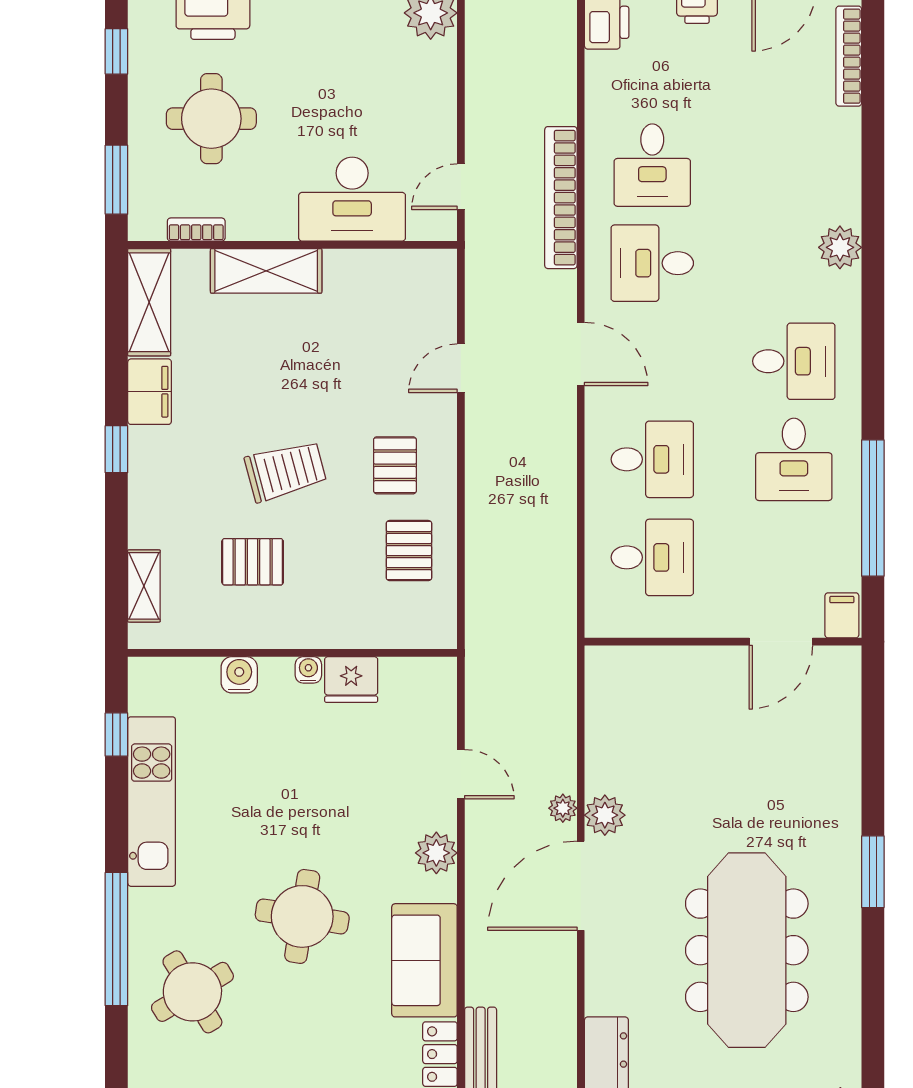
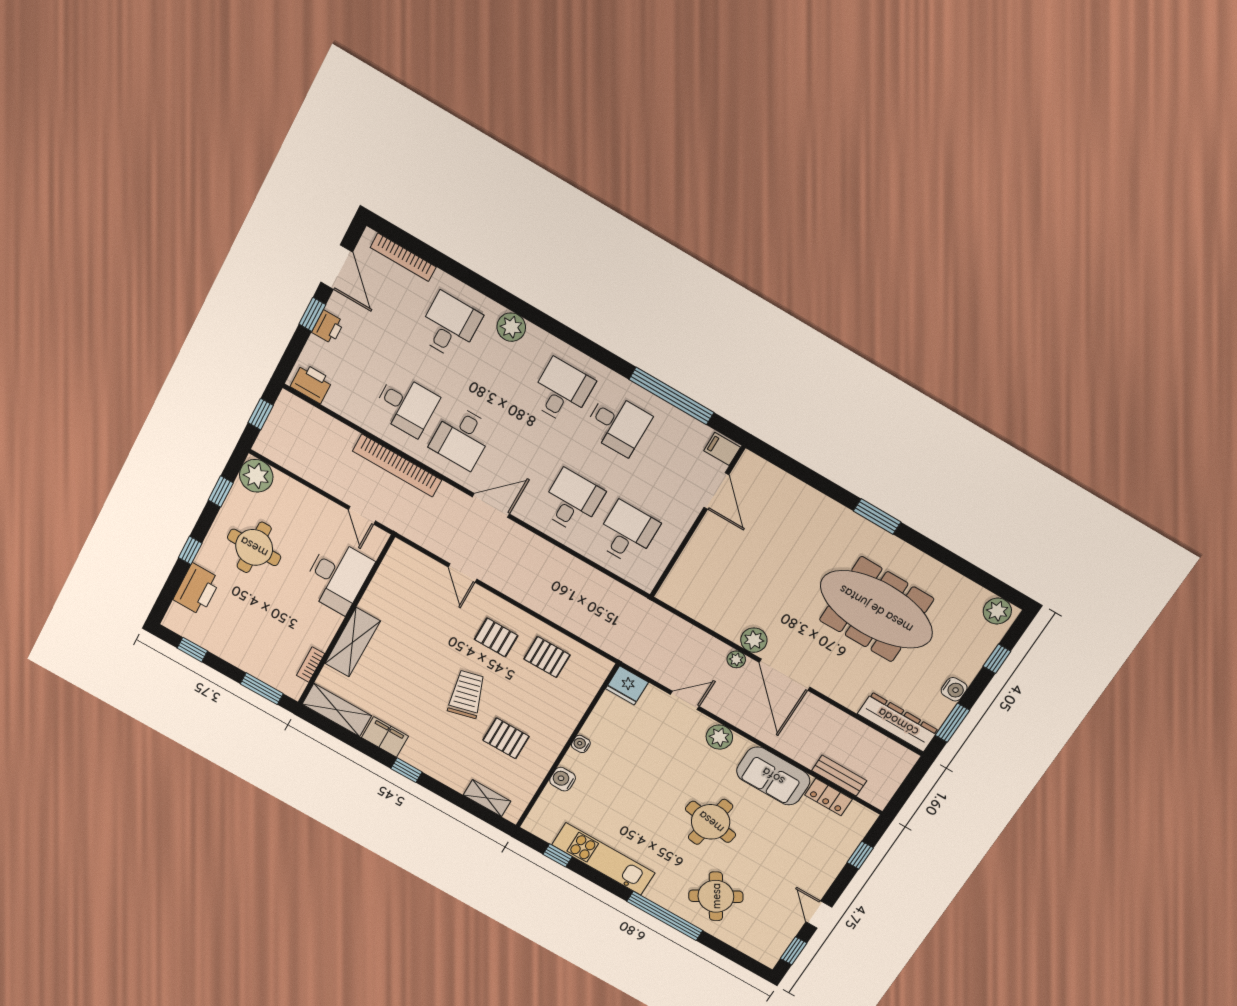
round table: (211, 119) -> (254, 547), moved
desk: (794, 165) -> (449, 326), added
pallet: (253, 562) -> (506, 738), turned 90
fridge: (351, 680) -> (627, 685), moved, turned 90

